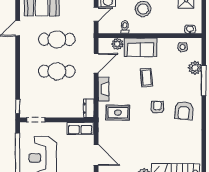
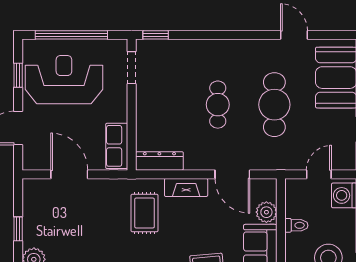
door: (96, 14) -> (319, 174), swing flipped
cafe table: (57, 71) -> (218, 105), width x0.73, depth x0.74
dresser: (89, 108) -> (159, 161), width x1.44
door: (96, 155) -> (69, 174), swing flipped

